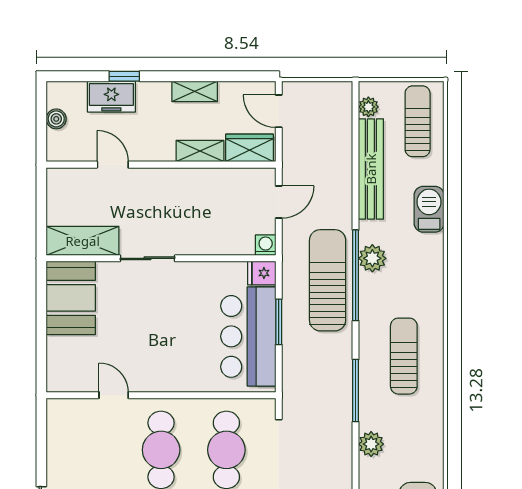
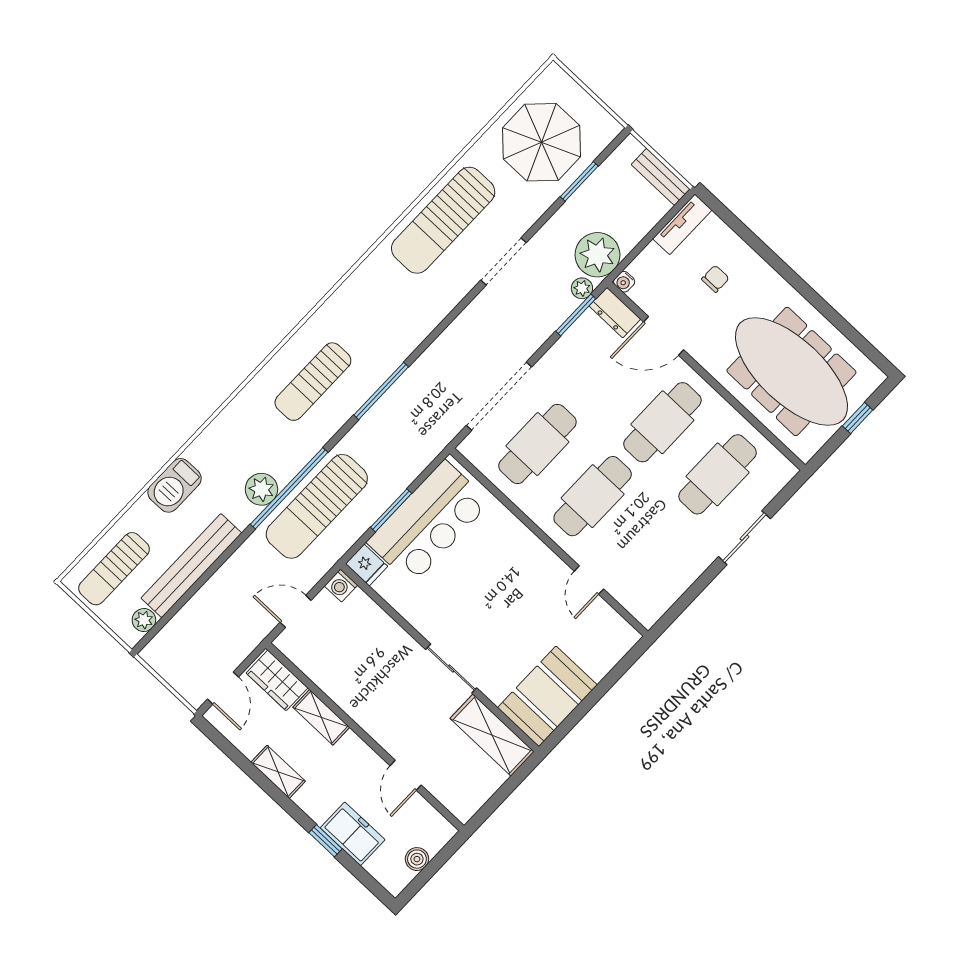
plant: (371, 444) -> (411, 333), removed

